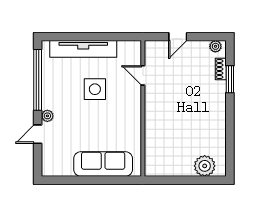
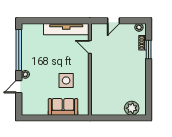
tv unit: (83, 49) -> (66, 29), moved
side table: (95, 89) -> (66, 80), moved
sofa: (103, 164) -> (63, 107), width x0.73

